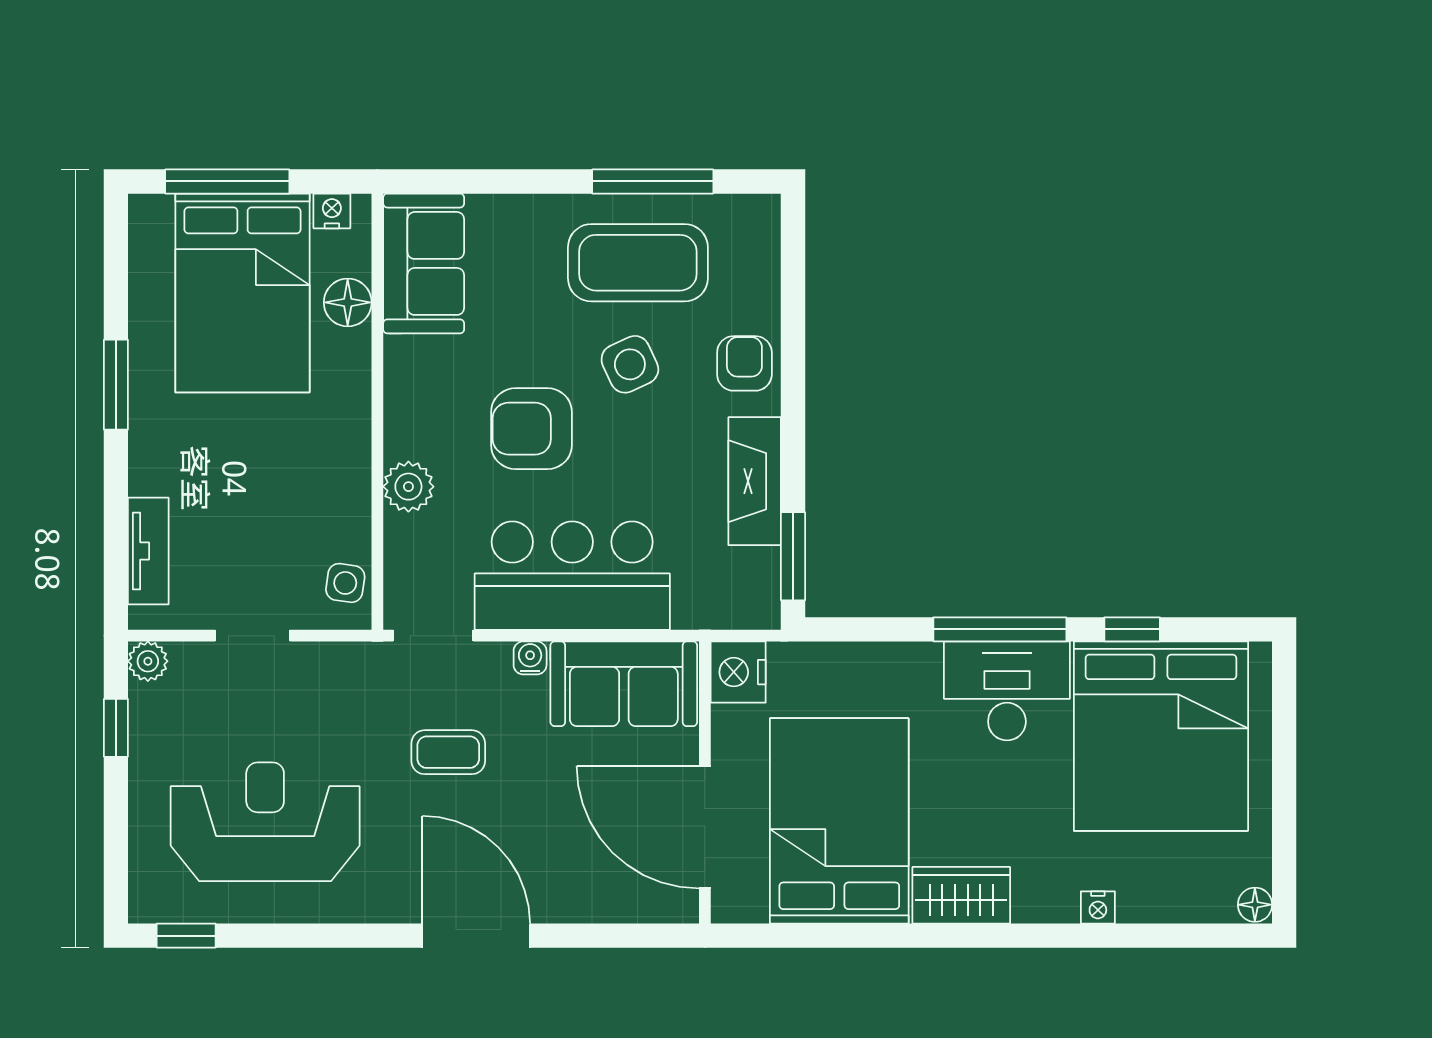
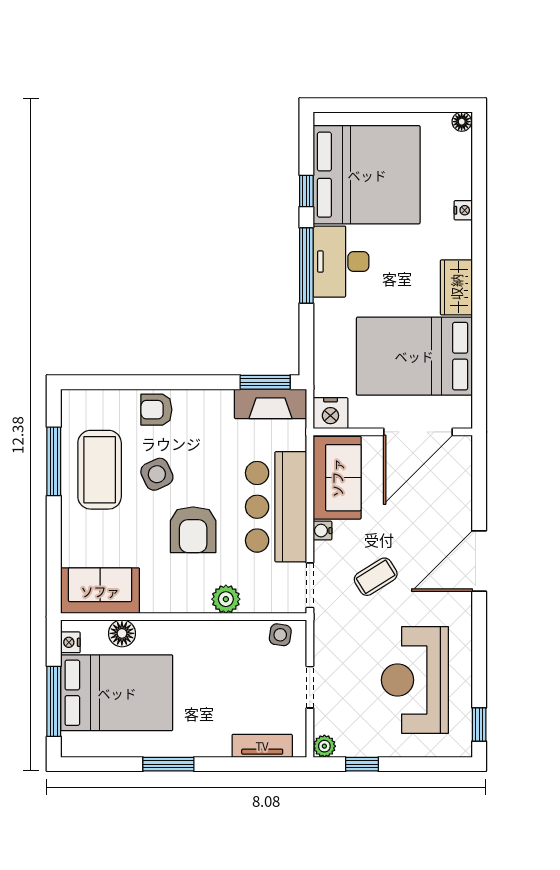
fireplace: (755, 481) -> (271, 404), moved
coffee table: (448, 752) -> (376, 577), turned 58

